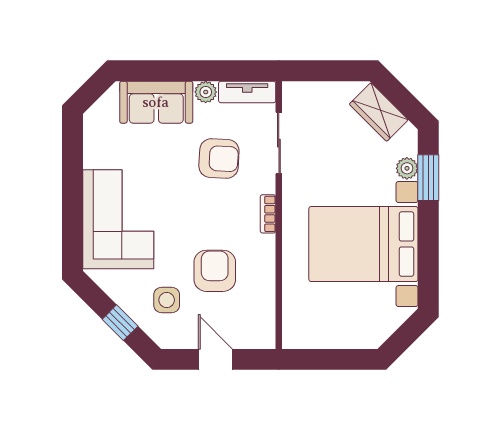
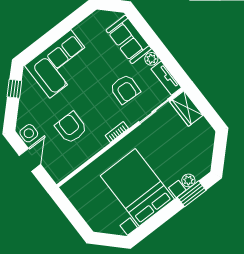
wardrobe: (379, 112) -> (186, 108), moved, turned -45
armchair: (215, 271) -> (71, 128), turned -90
side table: (167, 300) -> (29, 133), moved
window: (120, 323) -> (14, 89), moved

